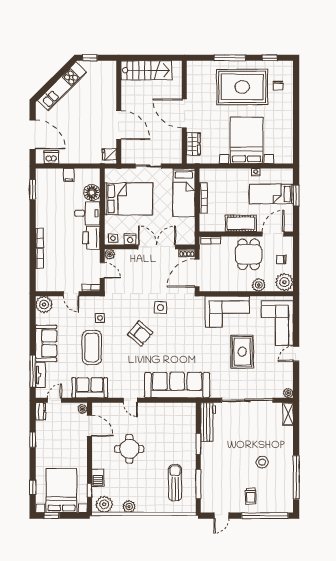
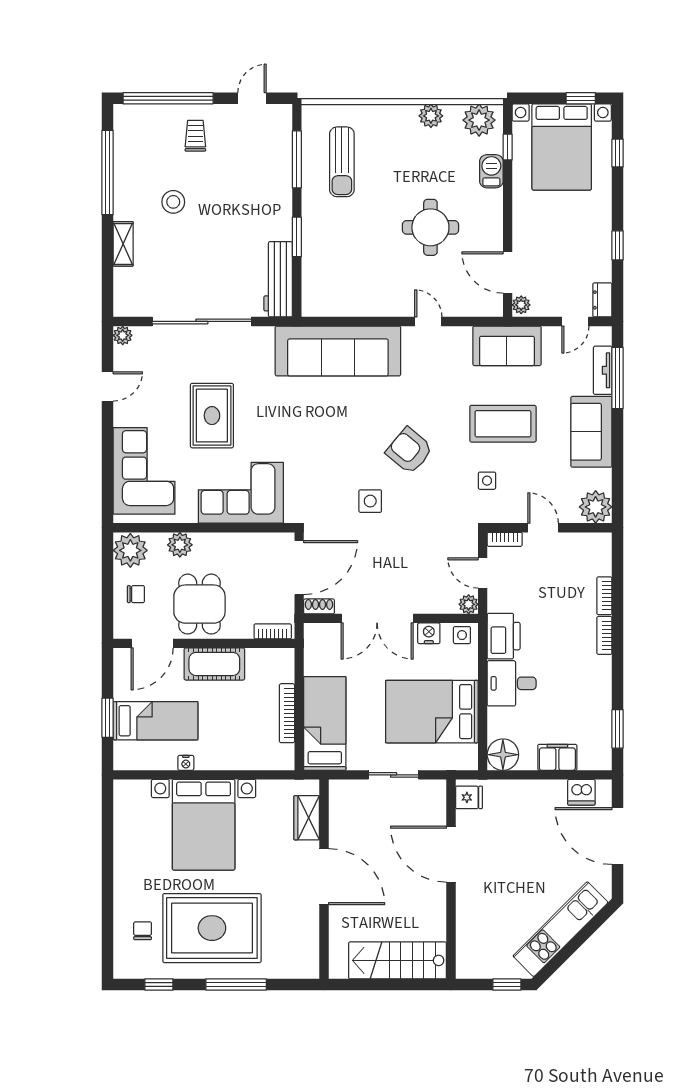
filing cabinet: (69, 175) -> (557, 757), width x2.00
floor lamp: (92, 193) -> (503, 755), moved
coffee table: (92, 347) -> (503, 424), turned 90
door: (296, 354) -> (108, 386), moved
shelving: (288, 414) -> (123, 244), moved

